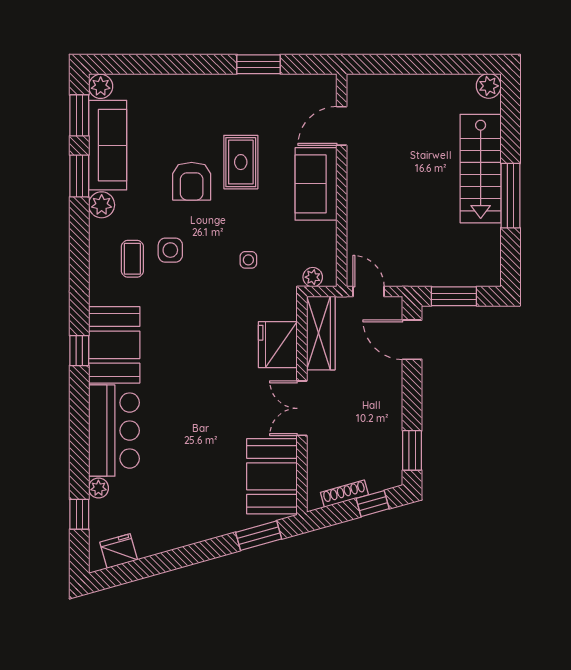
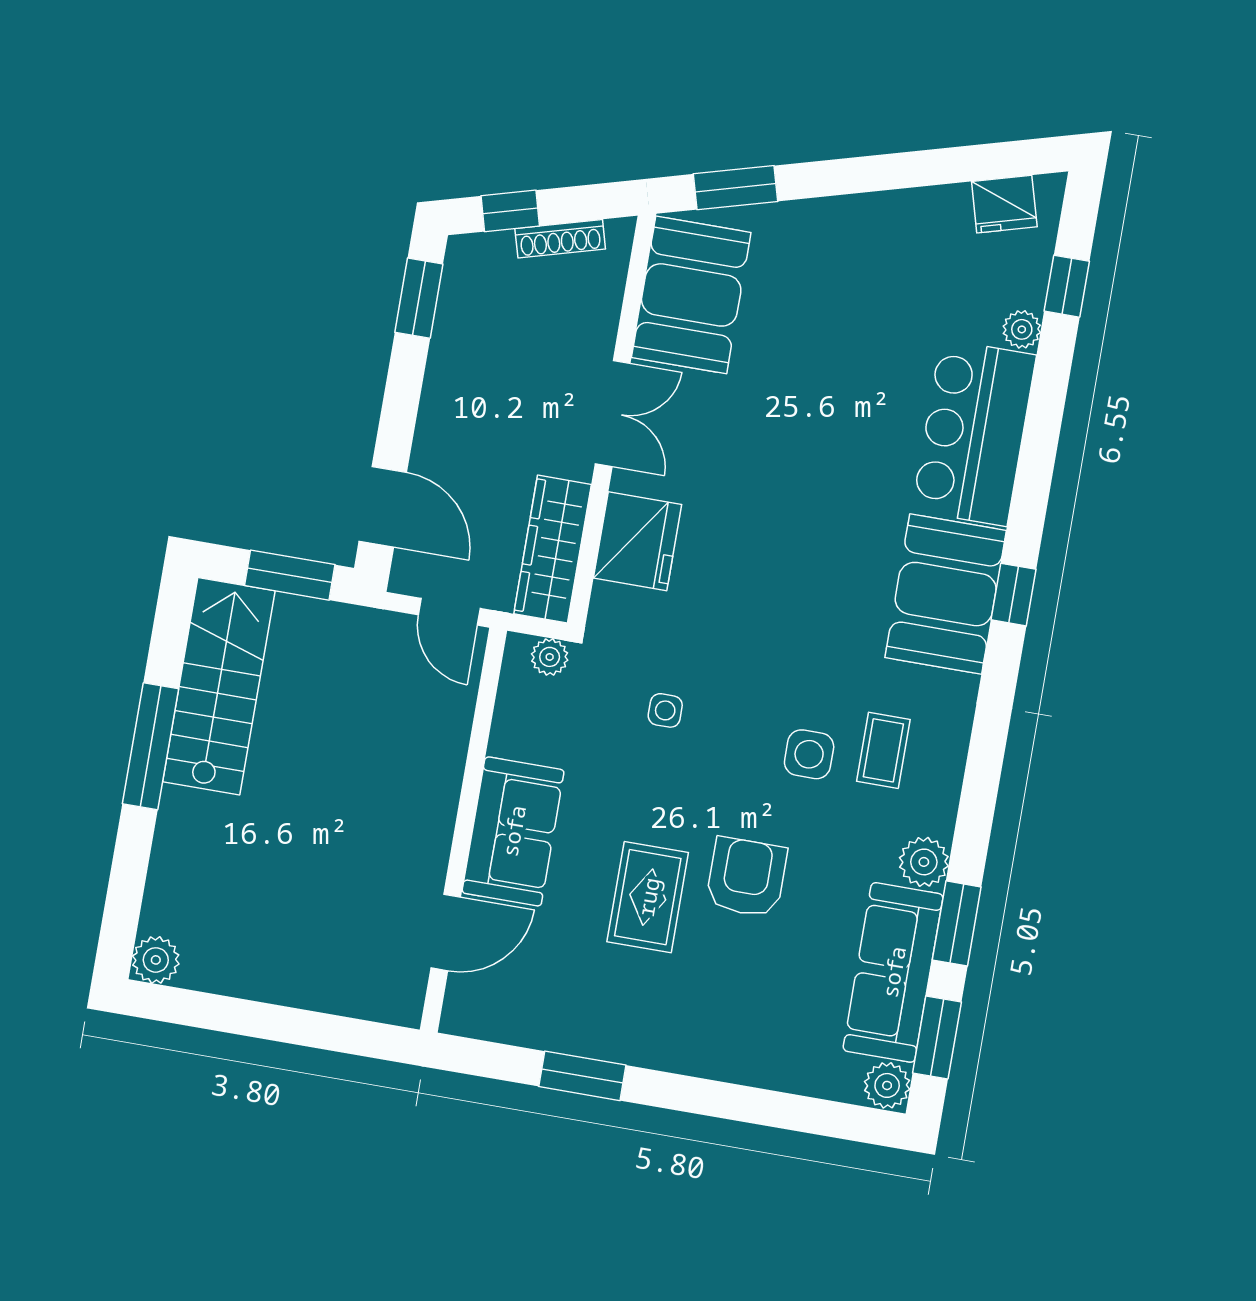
stairs: (481, 169) -> (219, 686), moved

